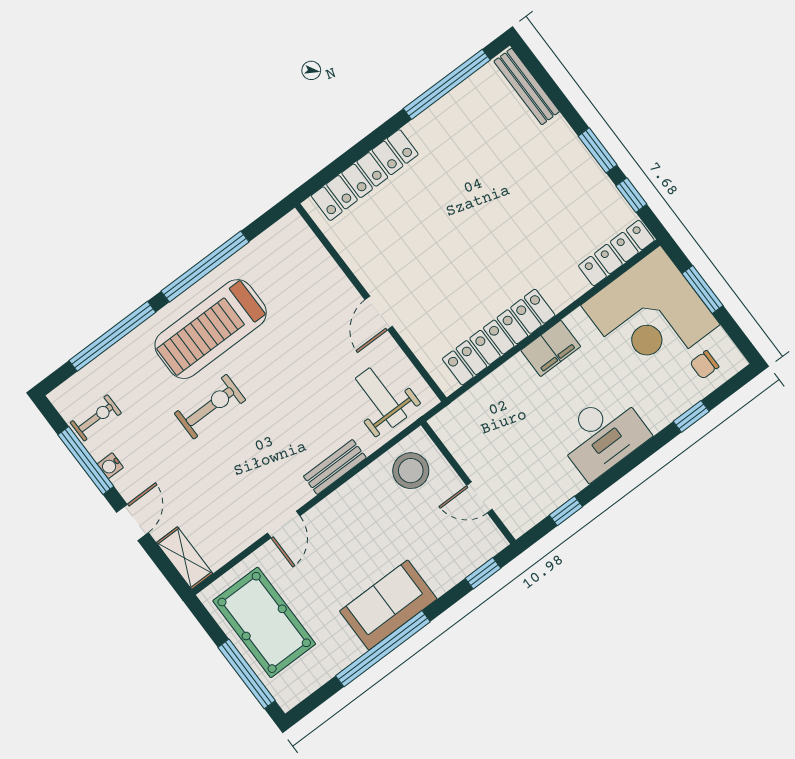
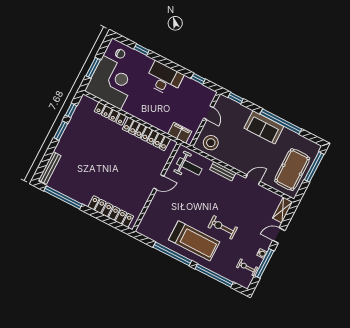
locker: (616, 253) -> (110, 114), moved
filing cabinet: (551, 348) -> (180, 133), moved
weight bench: (381, 398) -> (189, 166), turned -90

